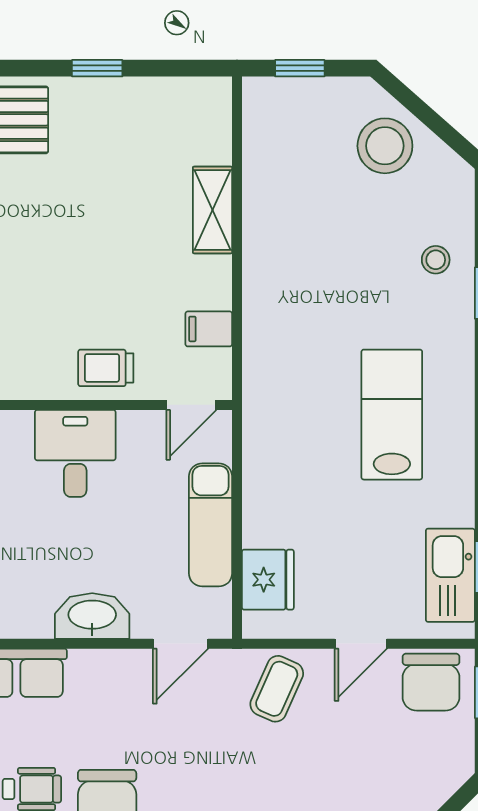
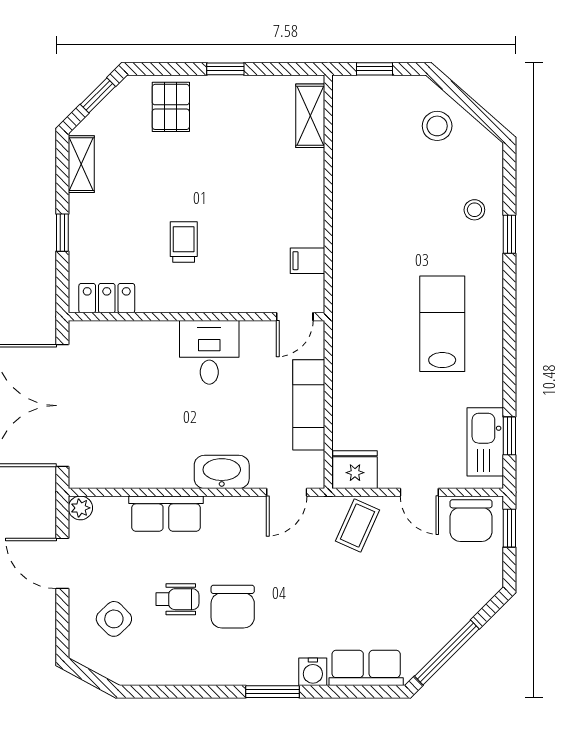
stool: (385, 146) -> (437, 126), width x0.73, depth x0.73
shelving: (212, 210) -> (310, 116), moved
trolley: (106, 368) -> (184, 242), moved, turned 90
fridge: (268, 580) -> (355, 470), moved, turned -90
door: (361, 644) -> (419, 492), hinge flipped

